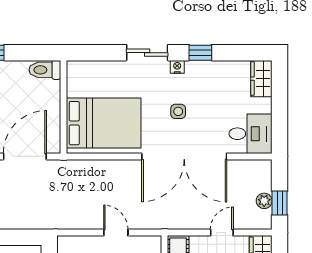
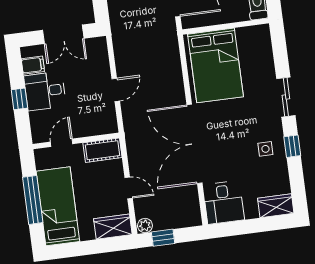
nightstand: (177, 67) -> (276, 127), removed
side table: (178, 111) -> (265, 149), moved
plant: (264, 201) -> (145, 226), moved

